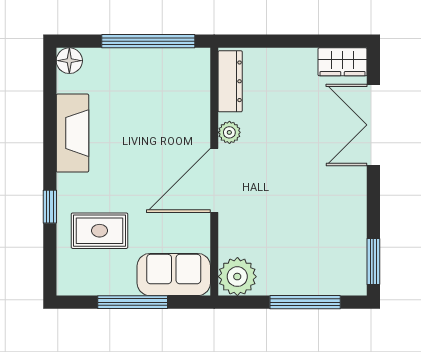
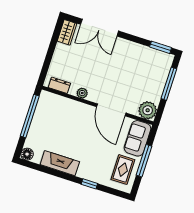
dresser: (230, 81) -> (59, 85), width x0.70
door: (214, 180) -> (111, 110), moved
rug: (100, 231) -> (123, 170), moved

